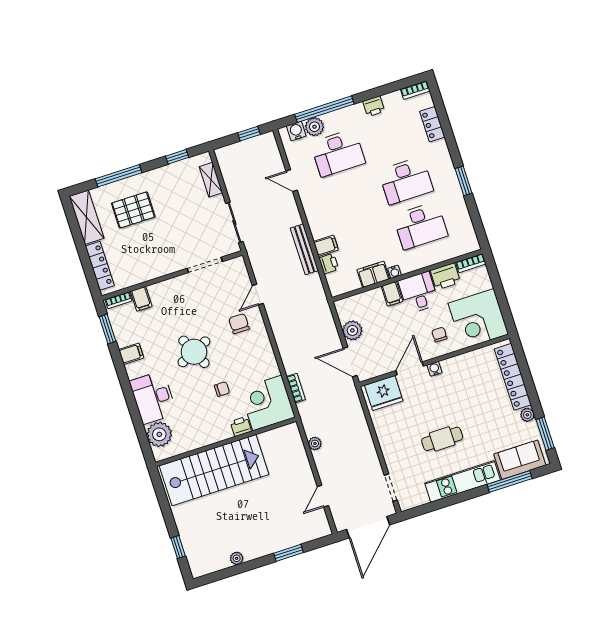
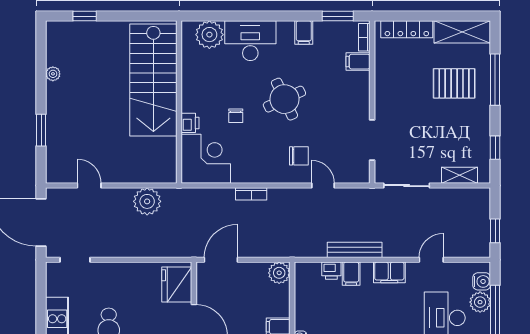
pallet: (133, 210) -> (454, 83), turned 90
filing cabinet: (373, 274) -> (389, 272), moved, turned 90
plant: (352, 330) -> (279, 273), moved
bookcase: (296, 388) -> (251, 194), moved
plant: (315, 443) -> (147, 201), width x1.88, depth x1.88

